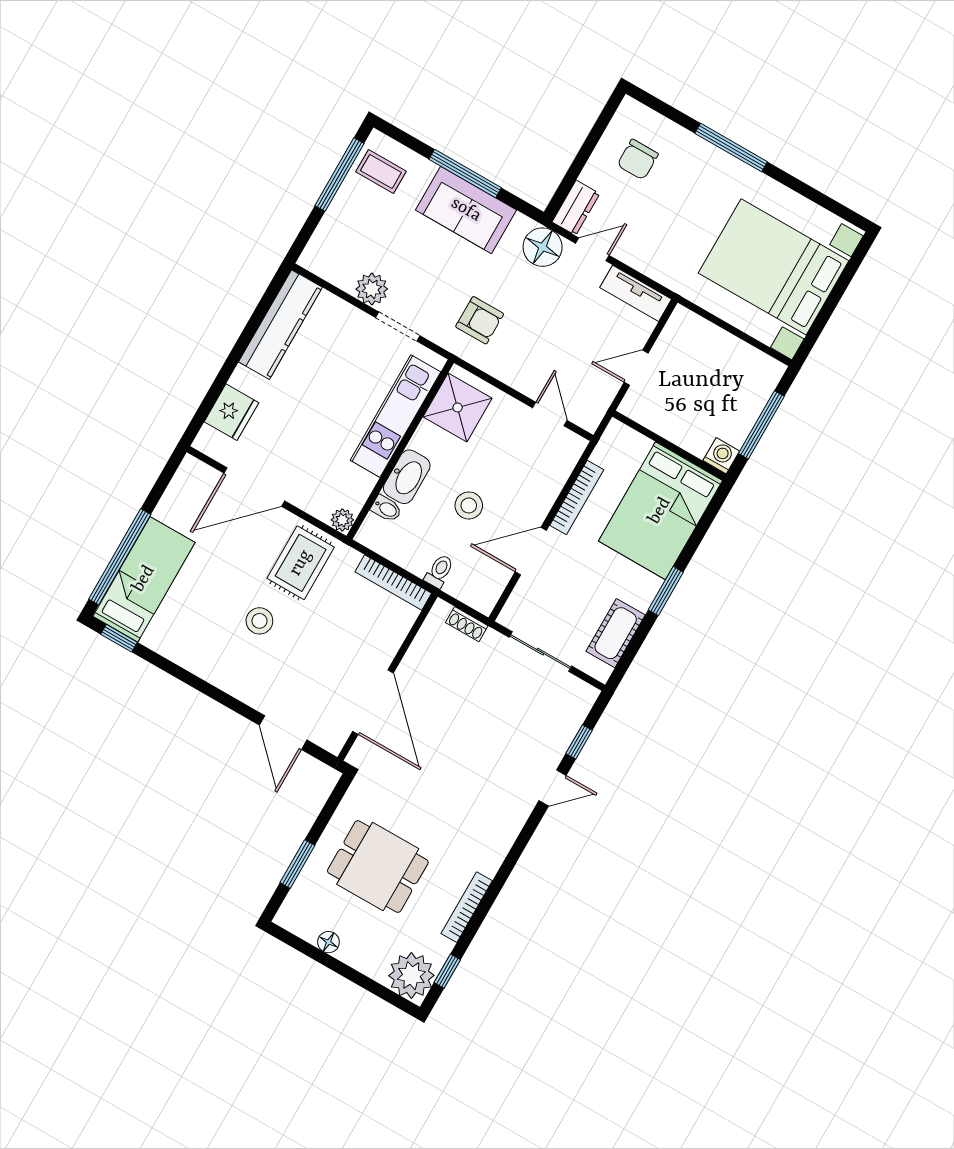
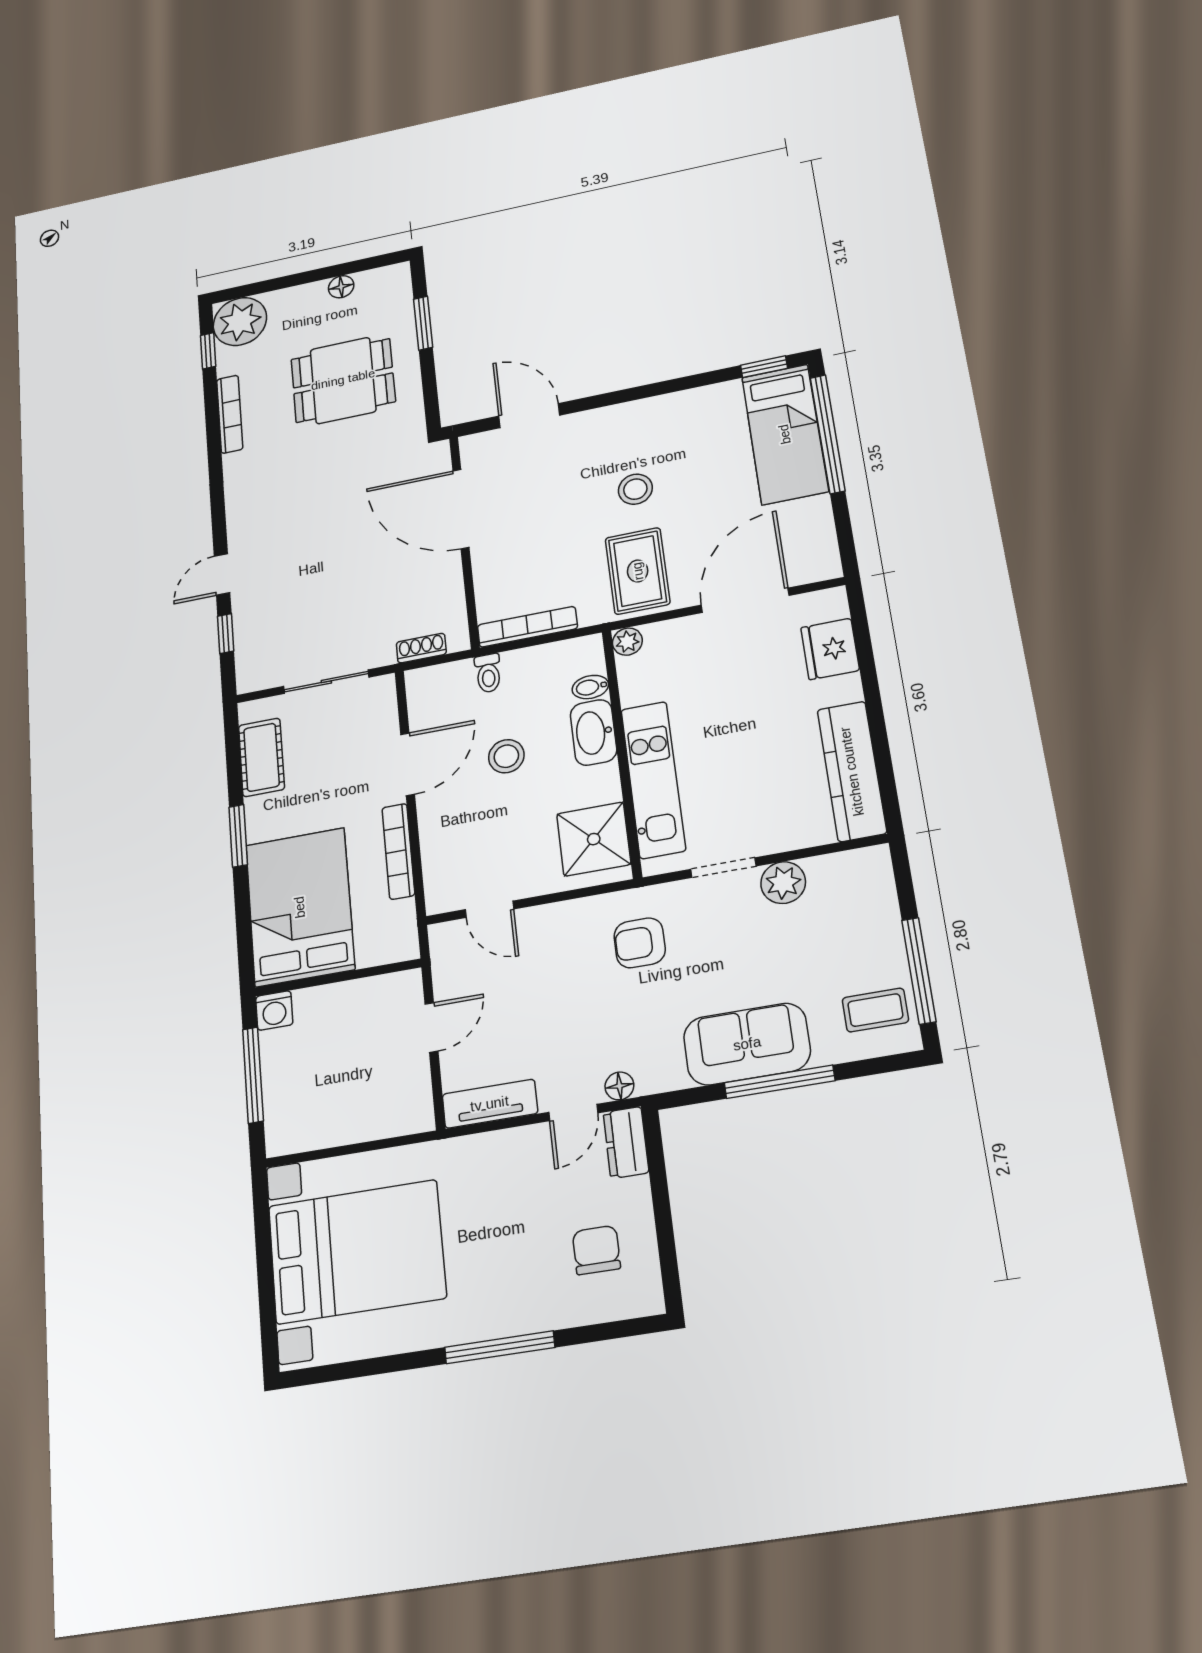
floor lamp: (543, 247) -> (619, 1086), width x0.53, depth x0.53

